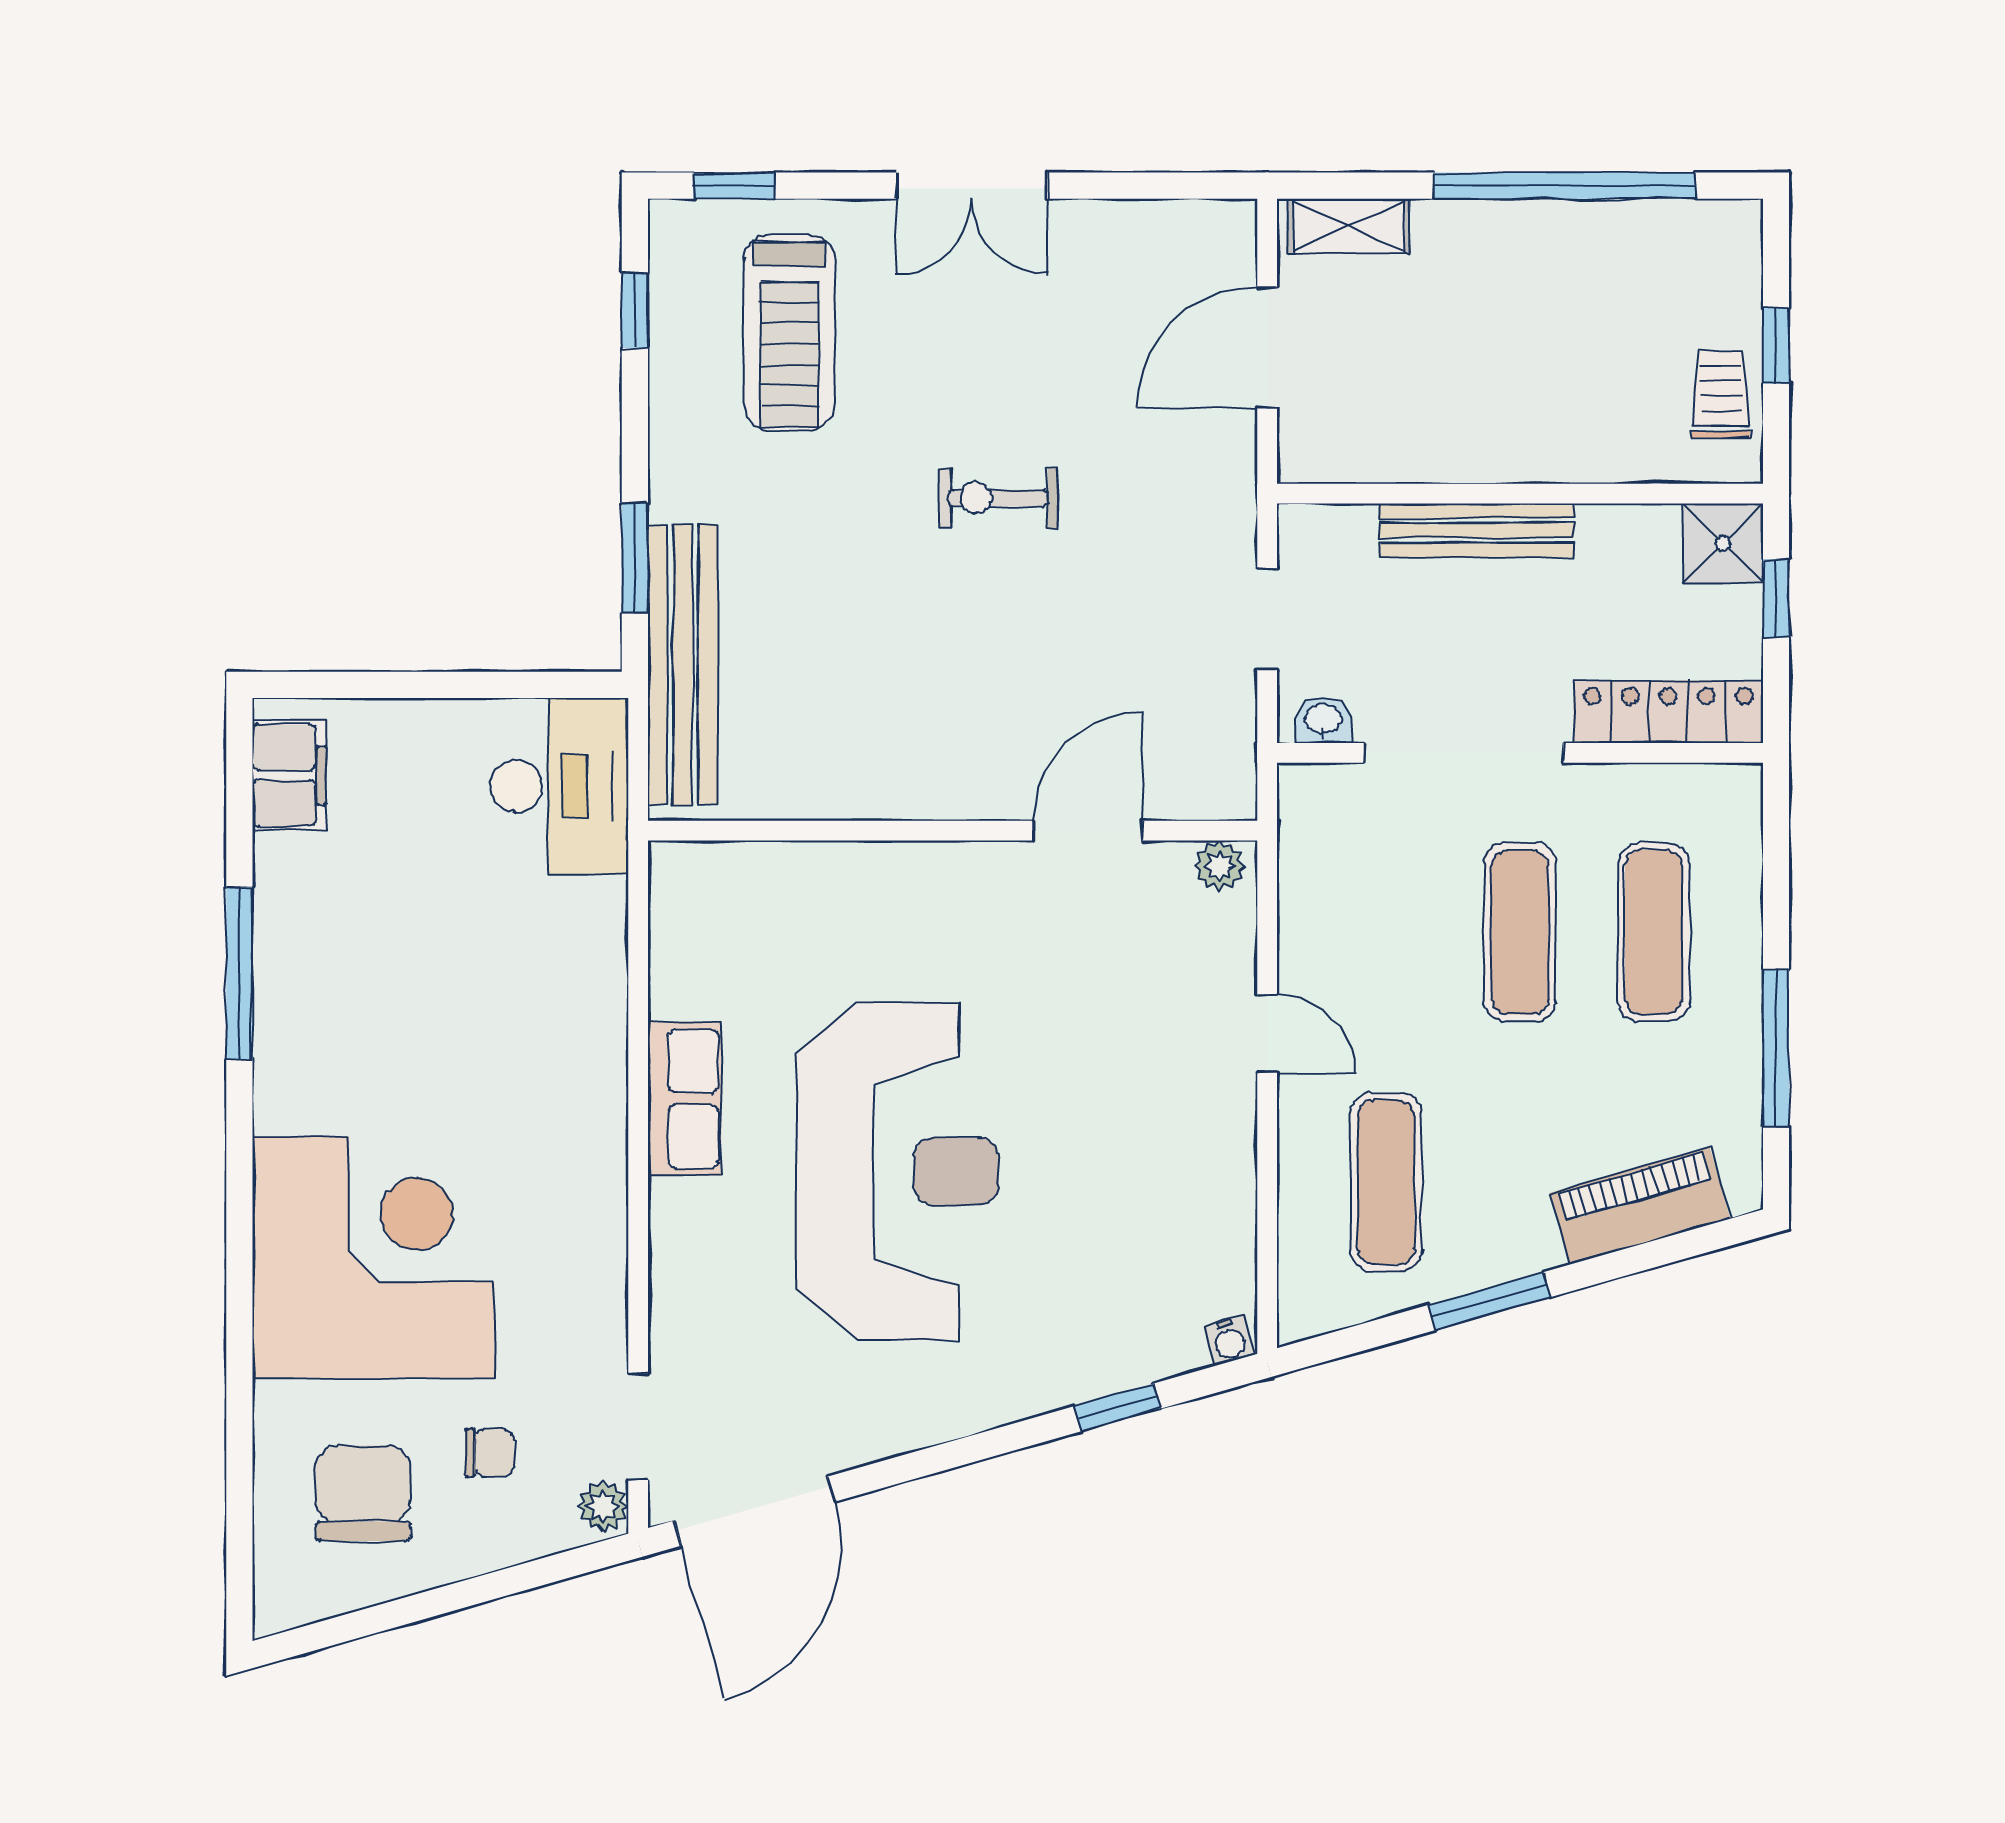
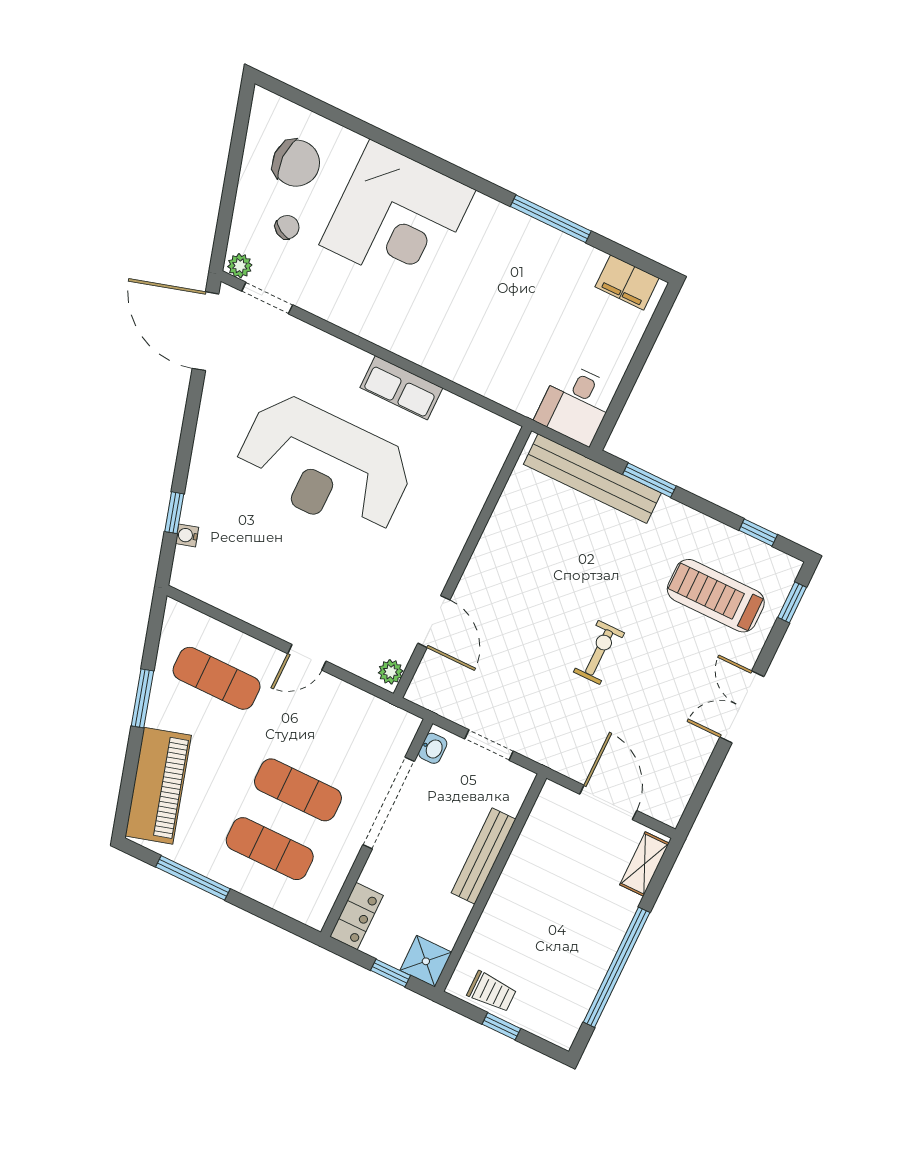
locker: (1668, 712) -> (357, 916), width x0.66
desk: (559, 786) -> (576, 404), width x0.73
piano: (1640, 1206) -> (158, 786), width x1.37, depth x1.33
water cooler: (1229, 1340) -> (187, 535), moved
chair: (490, 1453) -> (287, 227), turned -150

